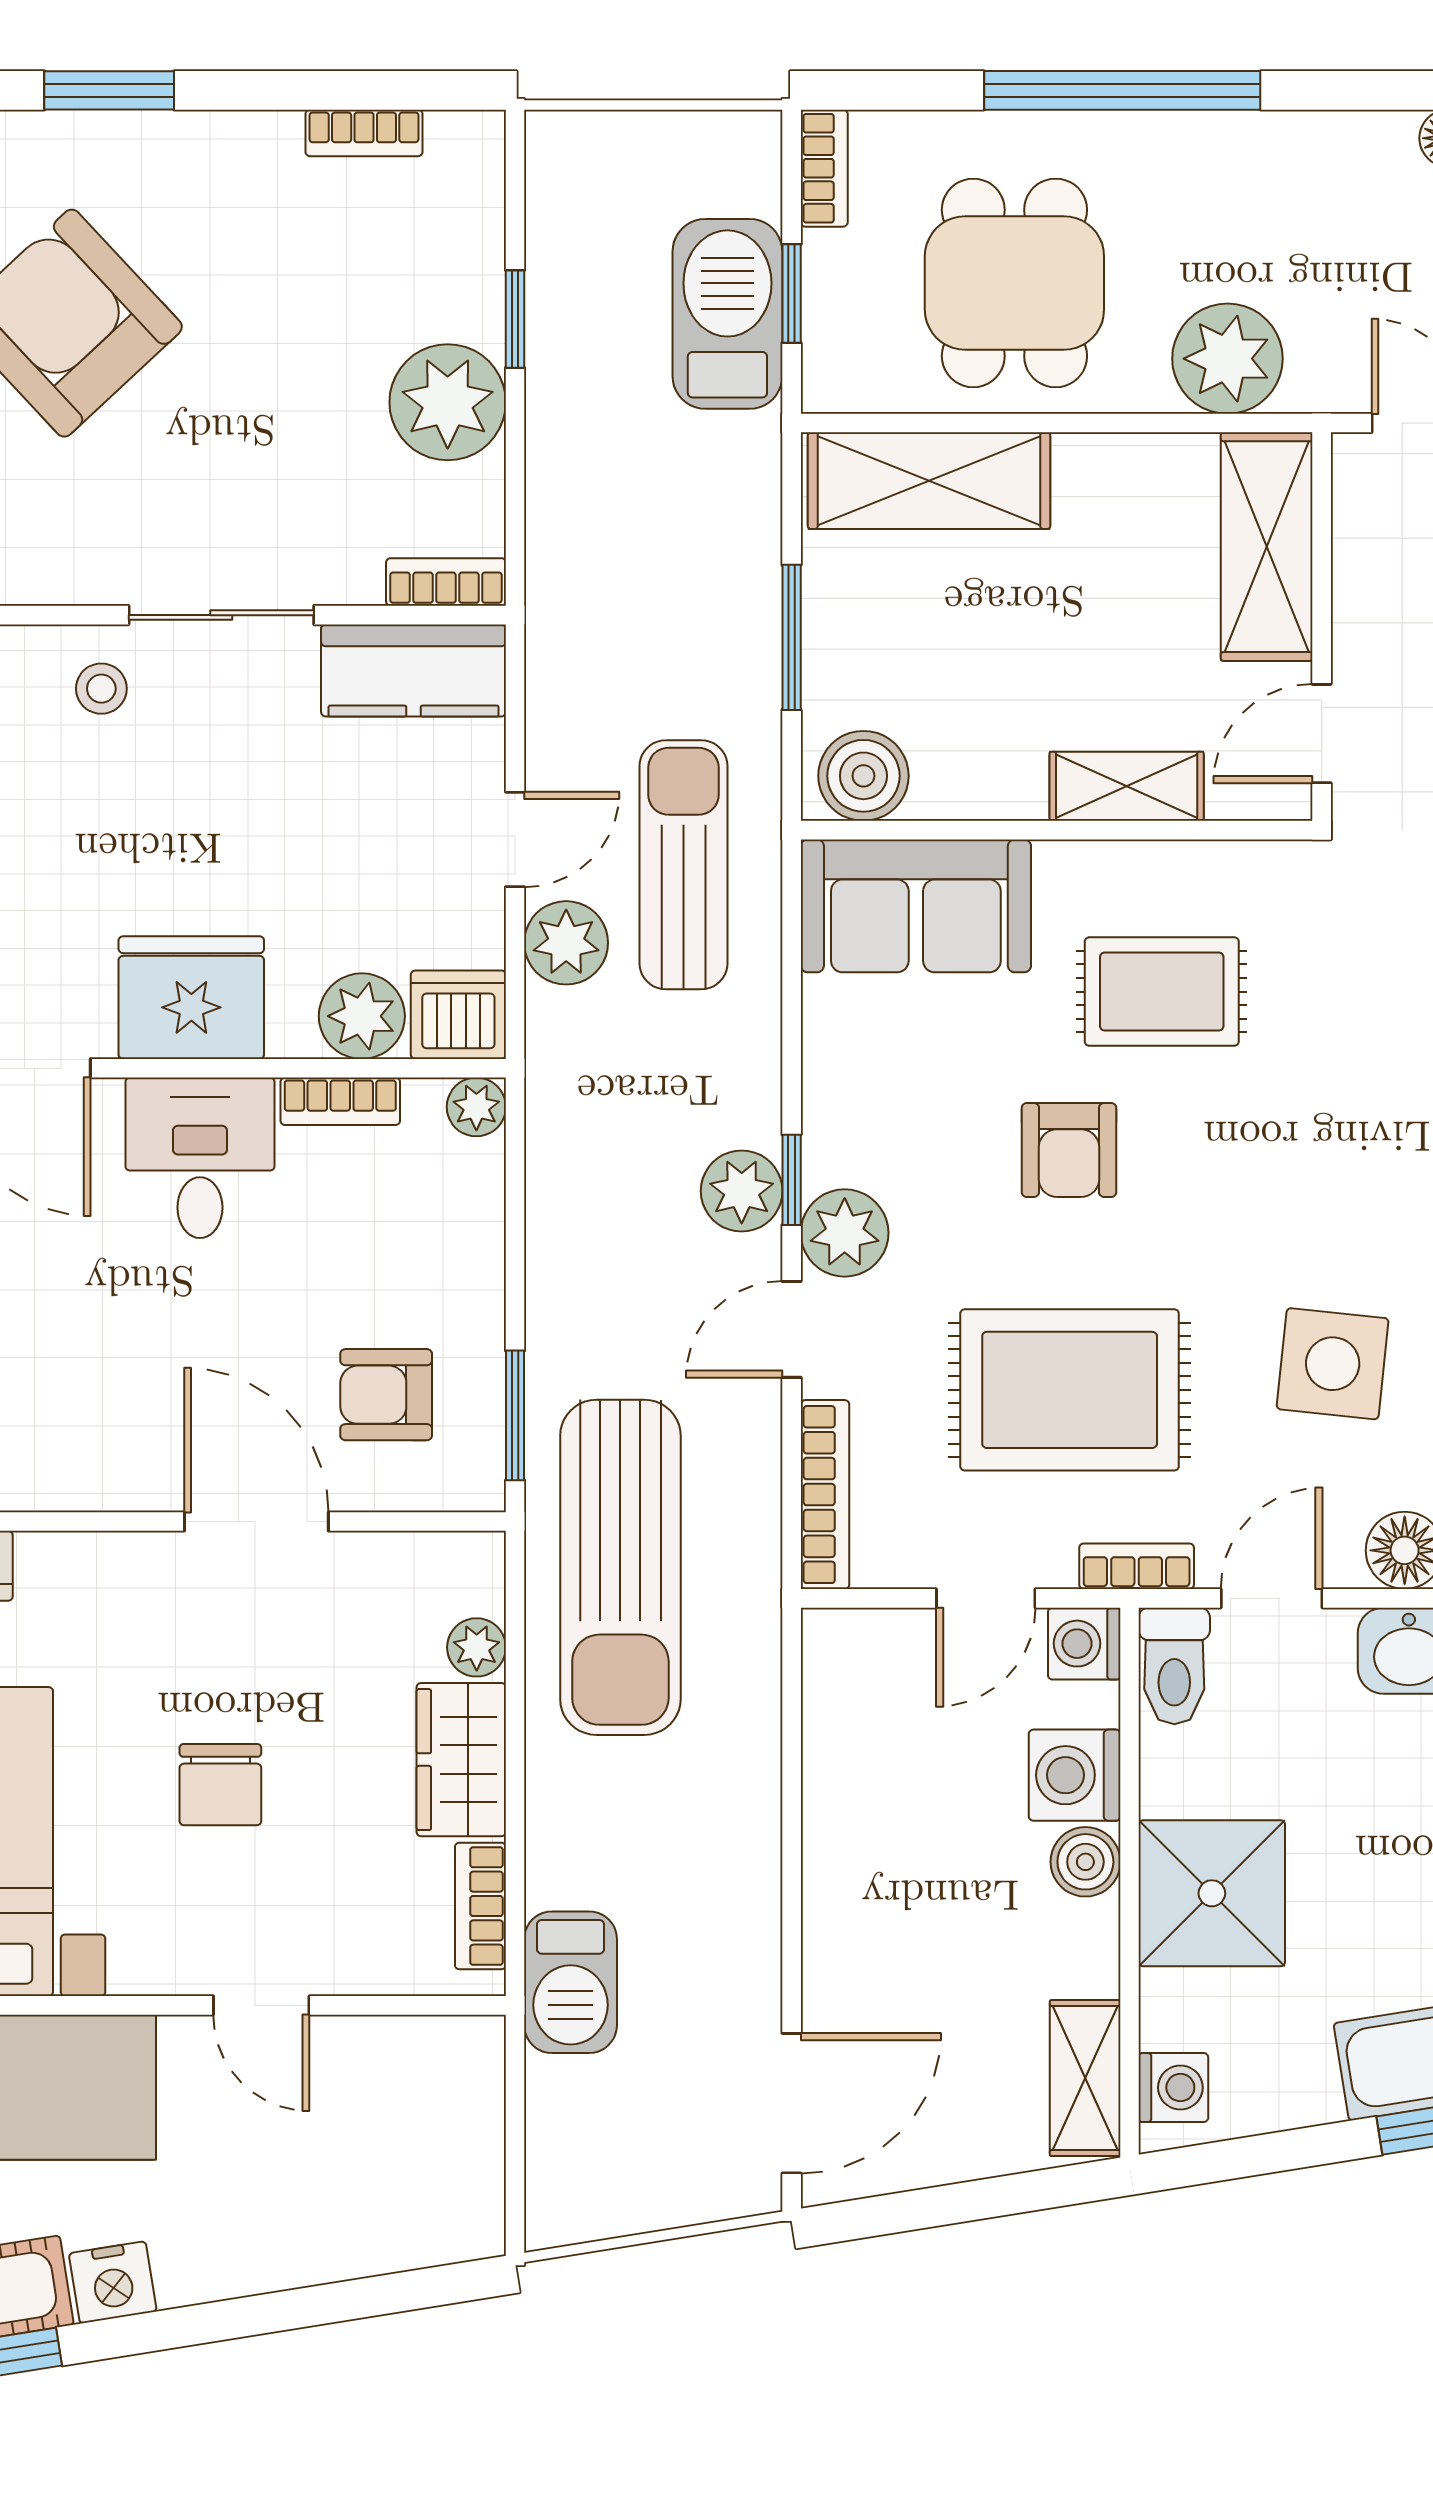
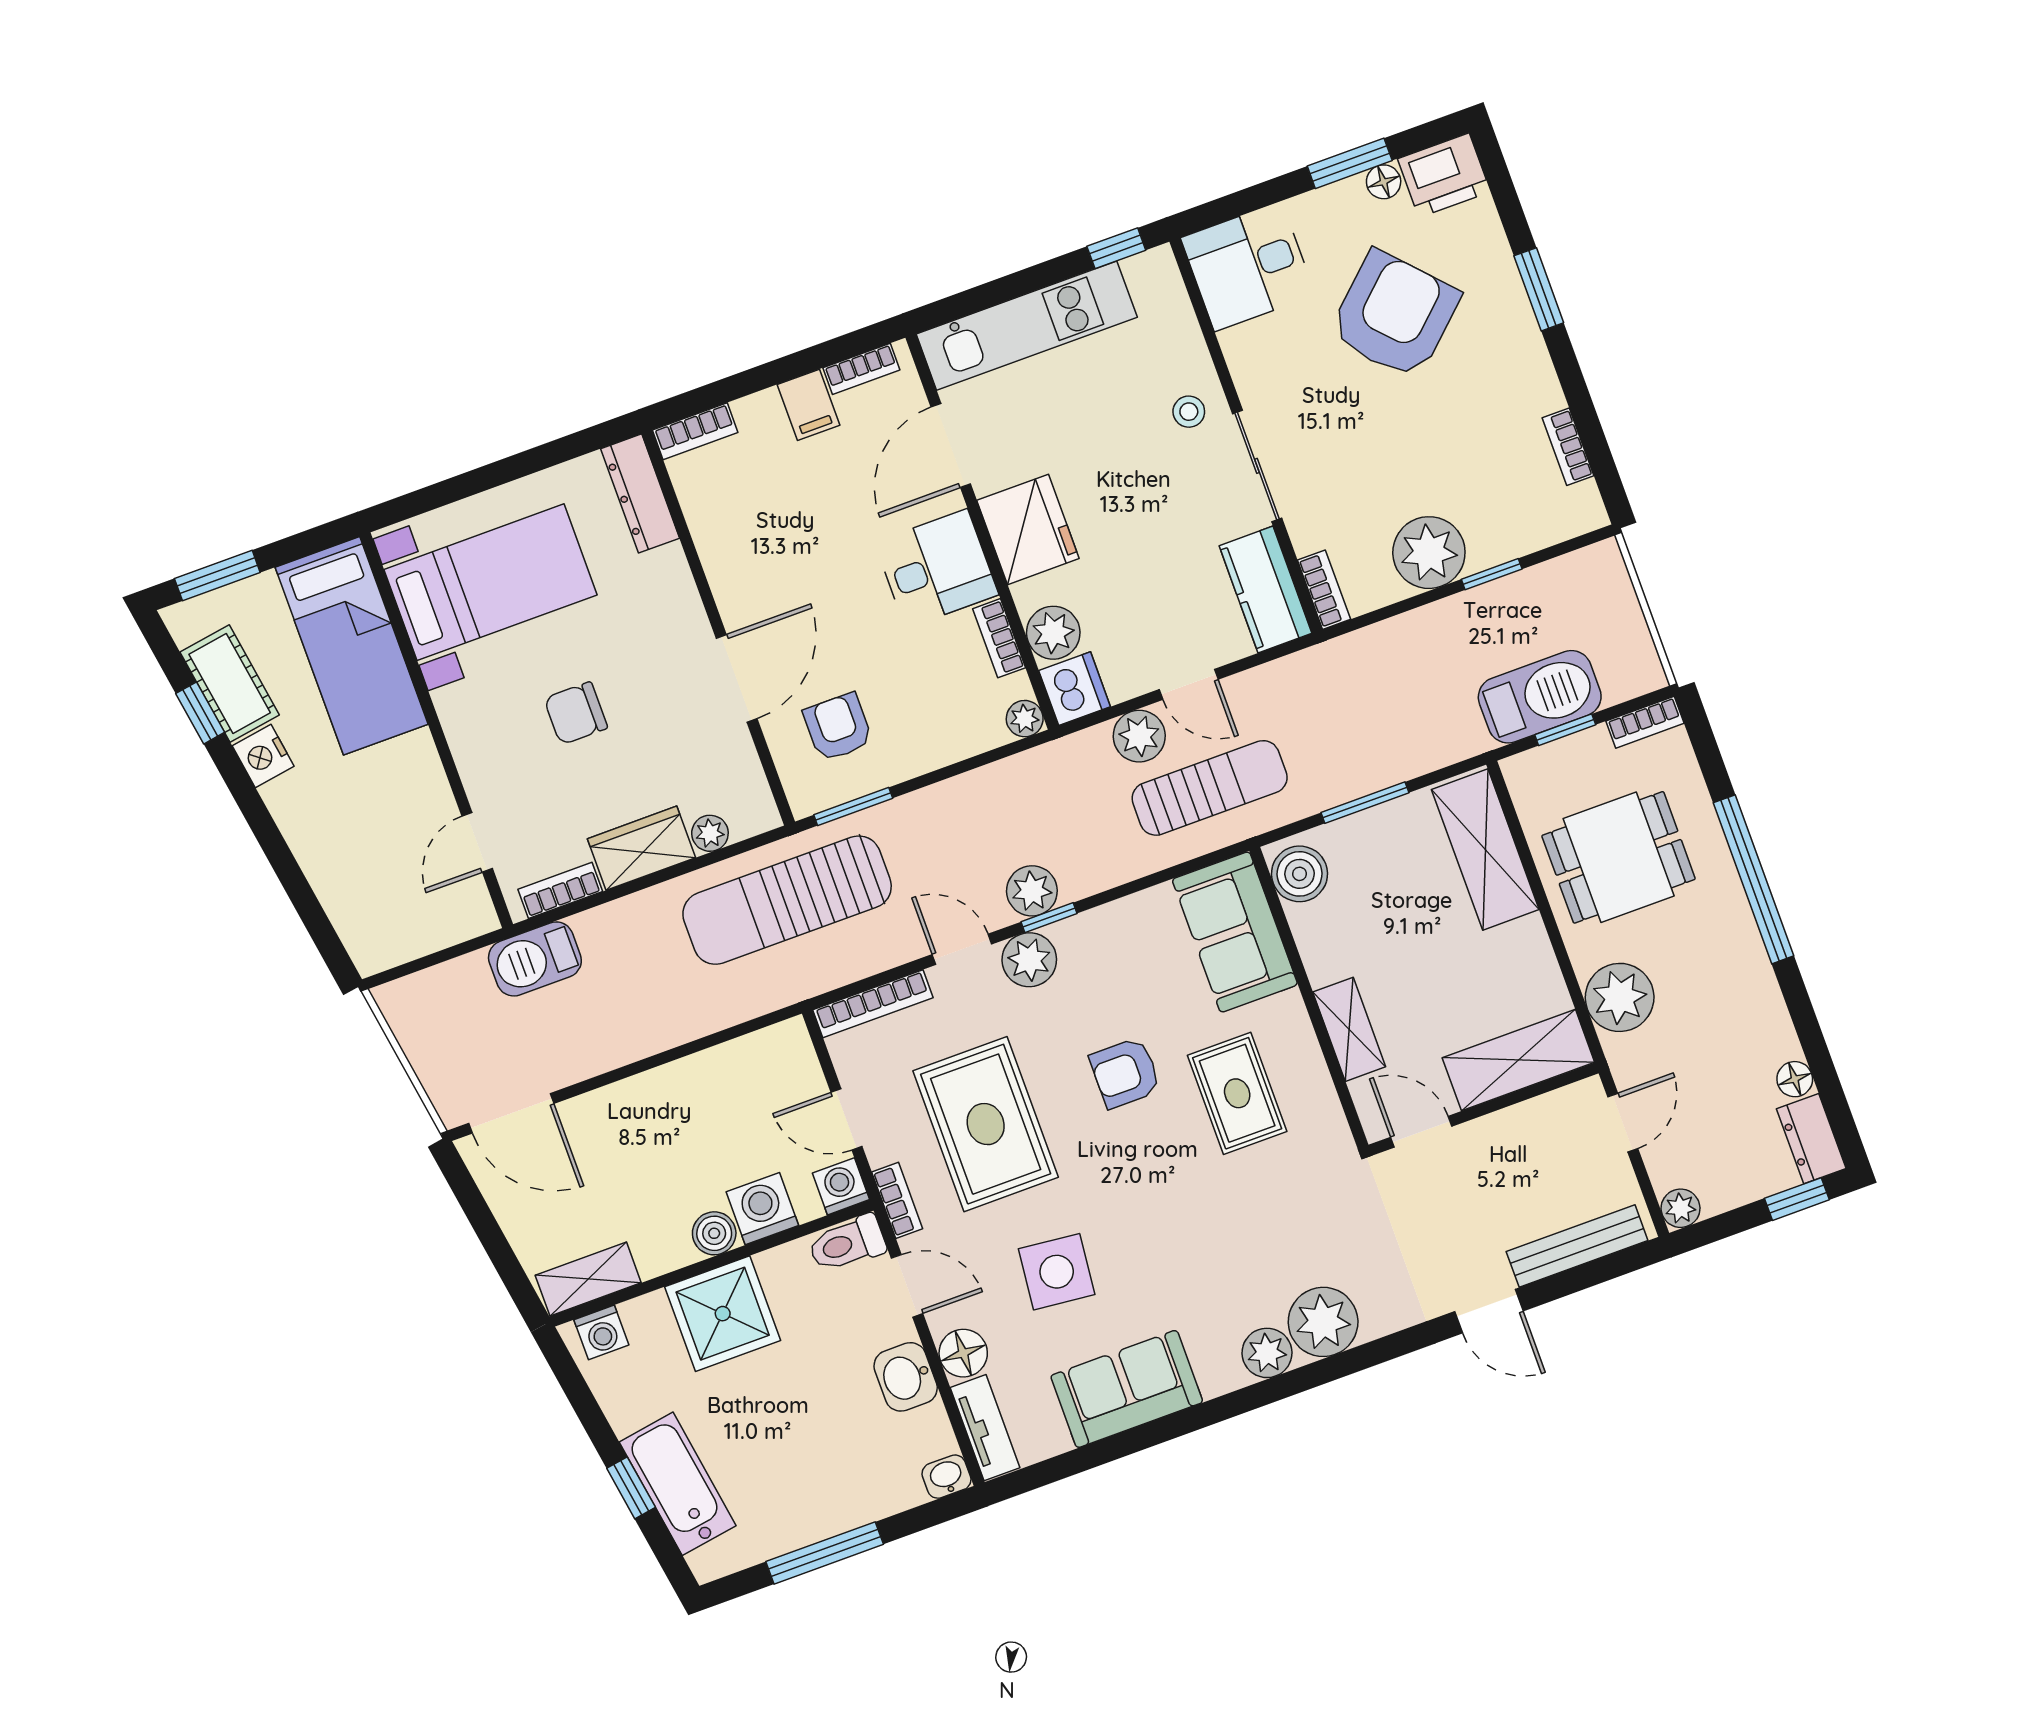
door: (261, 2005) -> (477, 842), moved

